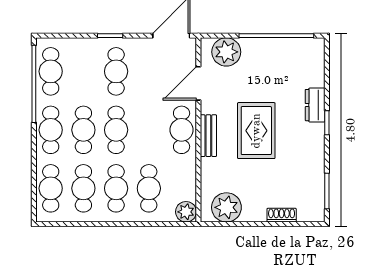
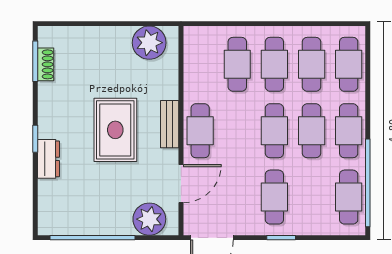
plant: (186, 212) -> (195, 38), removed
shoe rack: (282, 215) -> (46, 64), moved, turned -90

